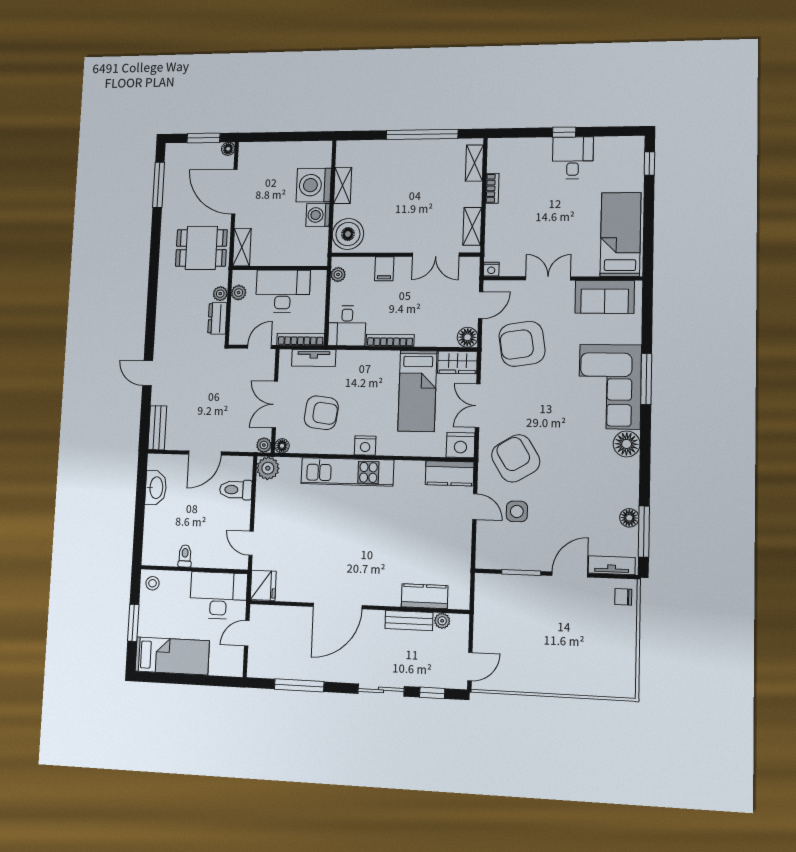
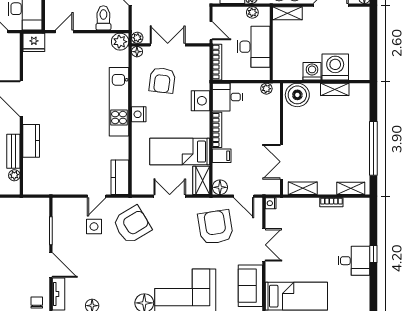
filing cabinet: (384, 269) -> (222, 156), moved, turned 180
tv unit: (314, 358) -> (203, 73), removed
nightstand: (461, 445) -> (200, 101), moved, turned 180
kitchen counter: (425, 596) -> (31, 141), moved

